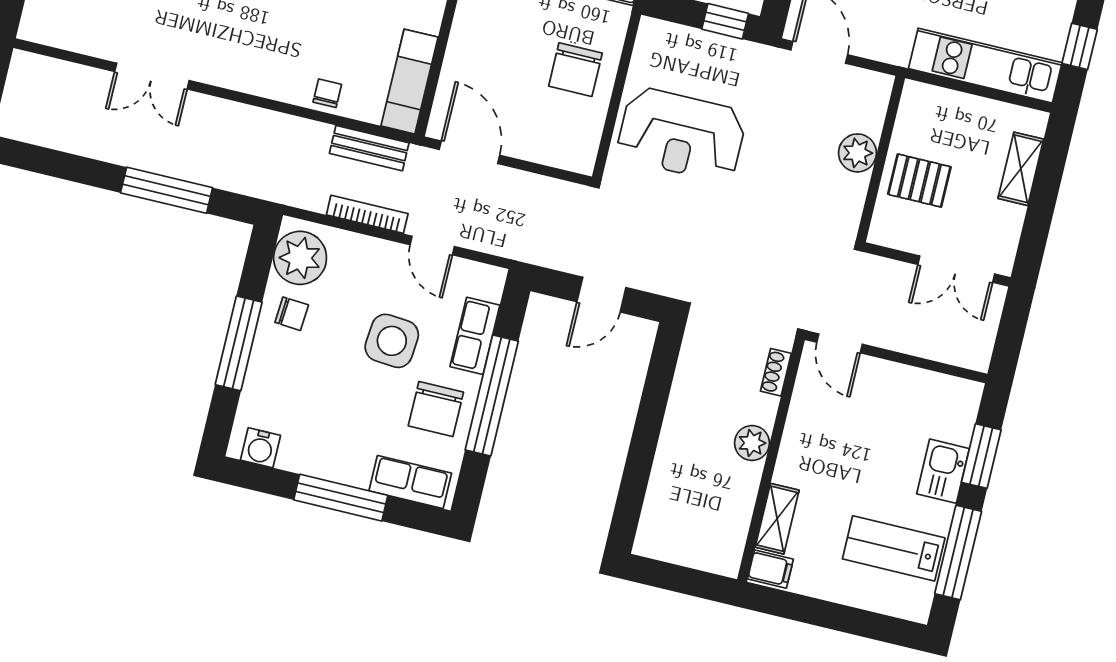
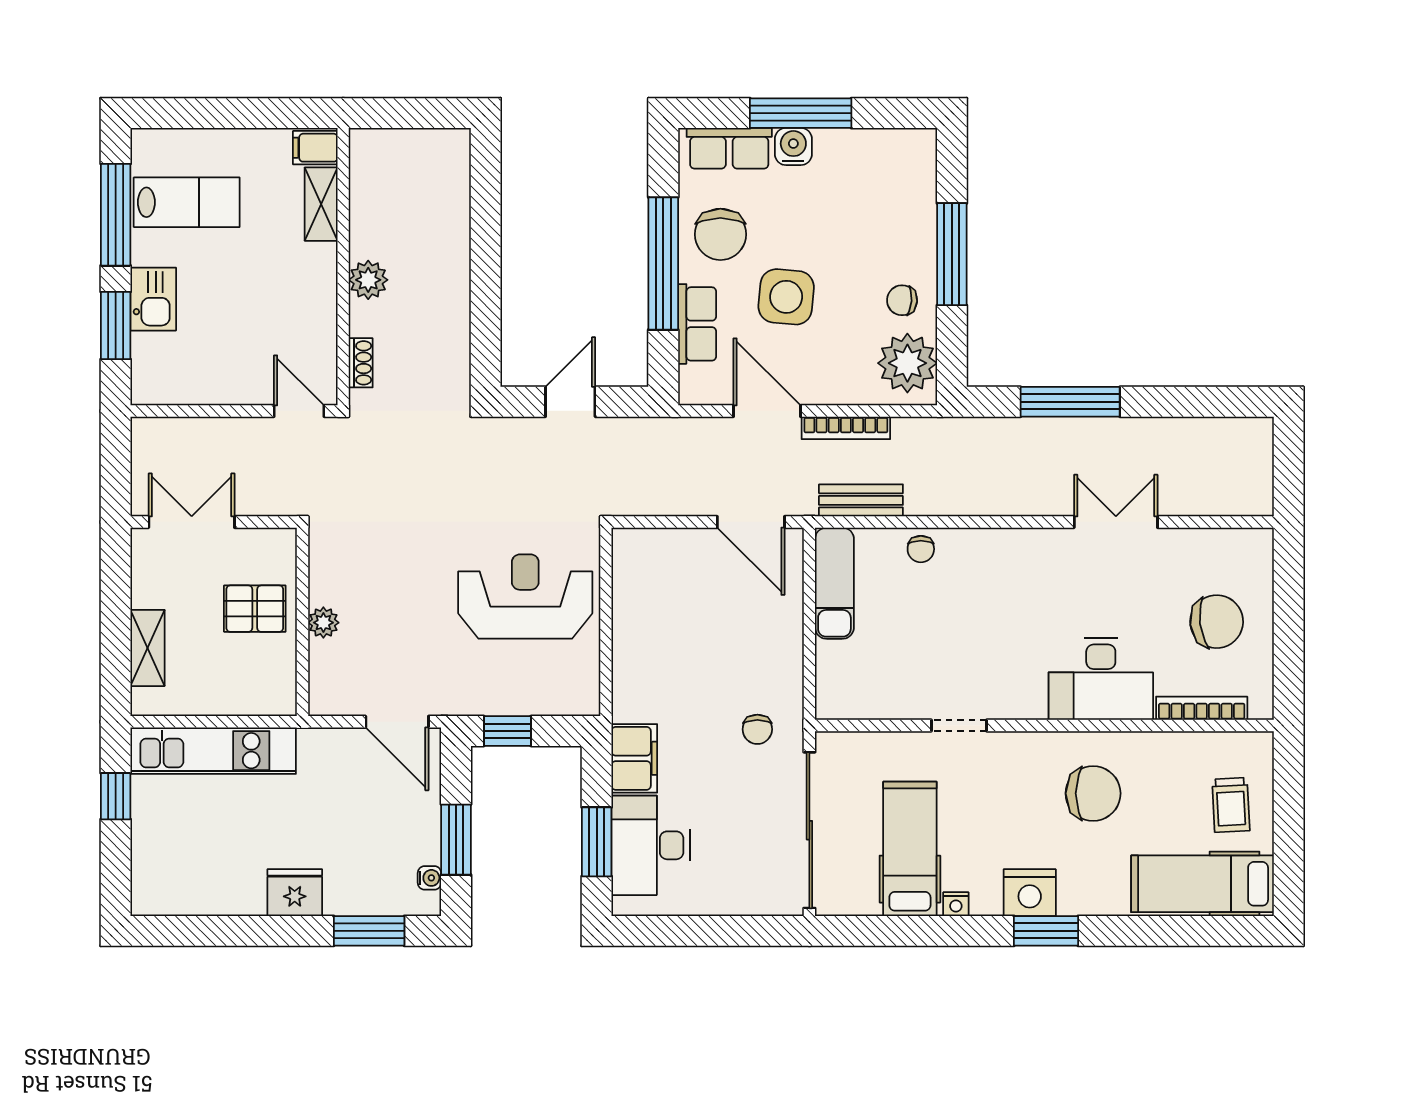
chair: (575, 70) -> (657, 639), removed
plant: (857, 153) -> (323, 623), width x0.73, depth x0.73
door: (432, 246) -> (767, 411), width x1.38
chair: (436, 409) -> (720, 234), turned 180
water cooler: (260, 448) -> (793, 146), moved

